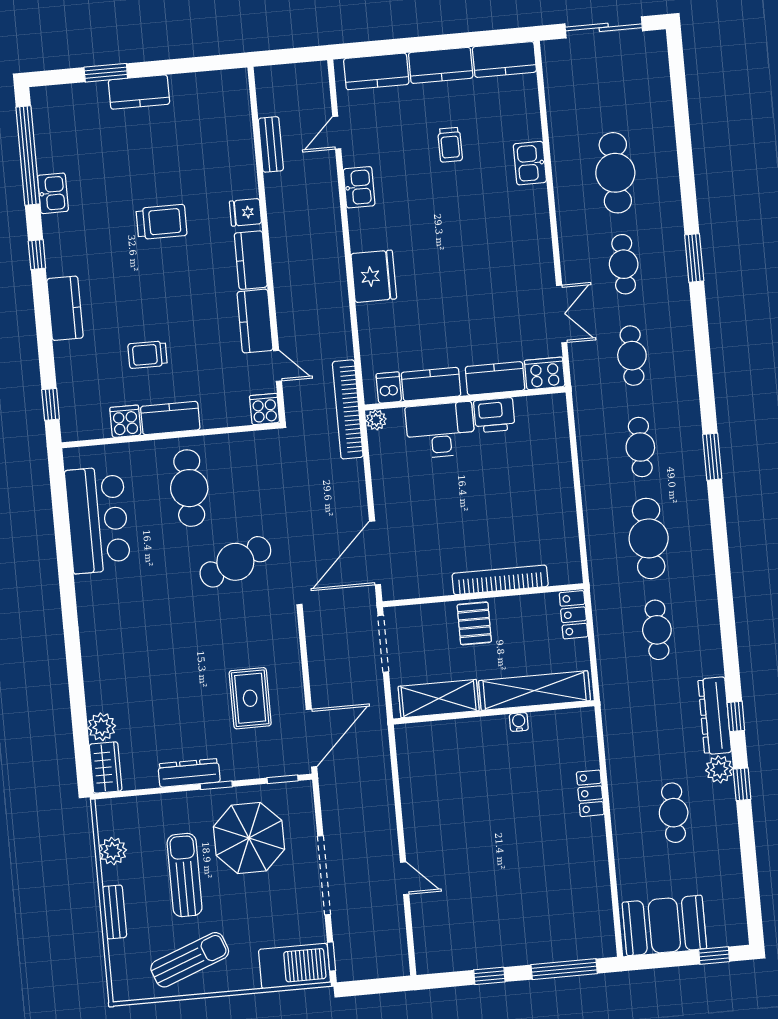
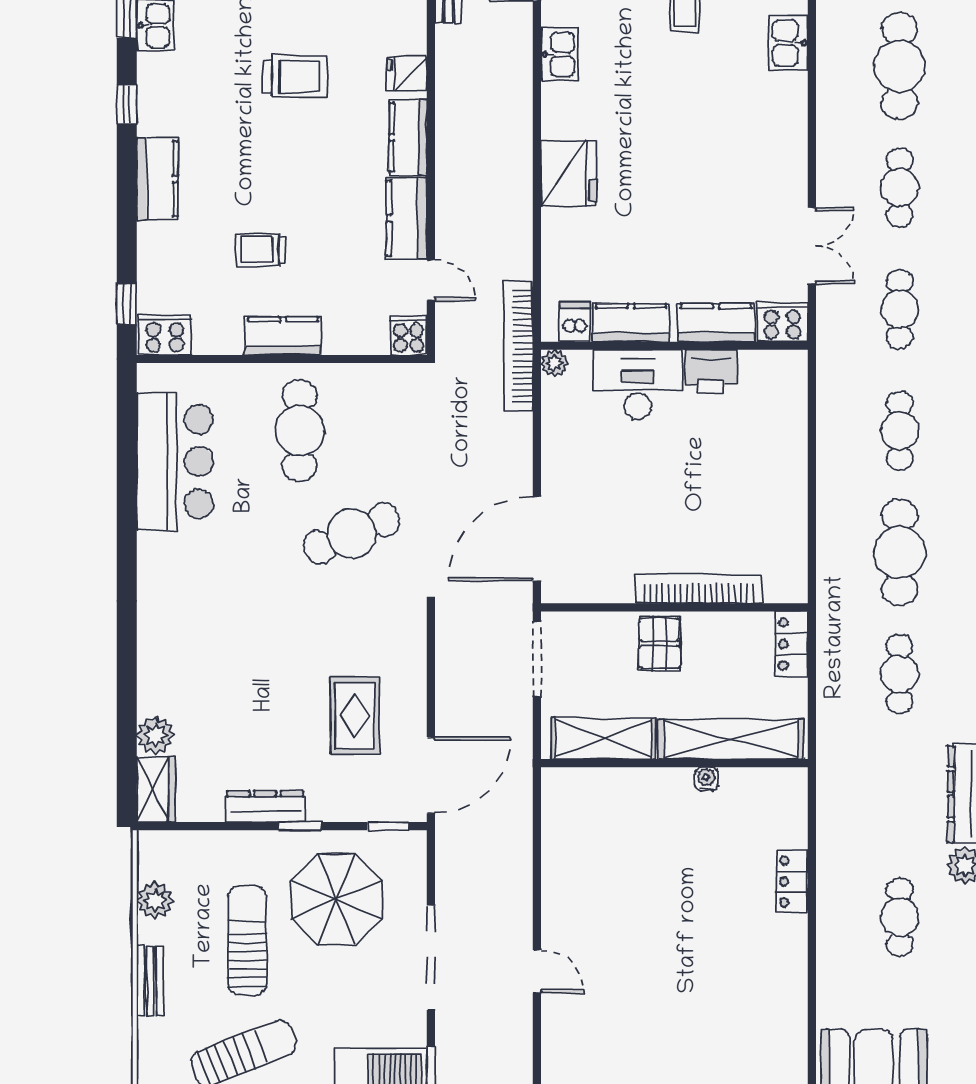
cooker: (125, 421) -> (165, 335), moved, width x1.36

